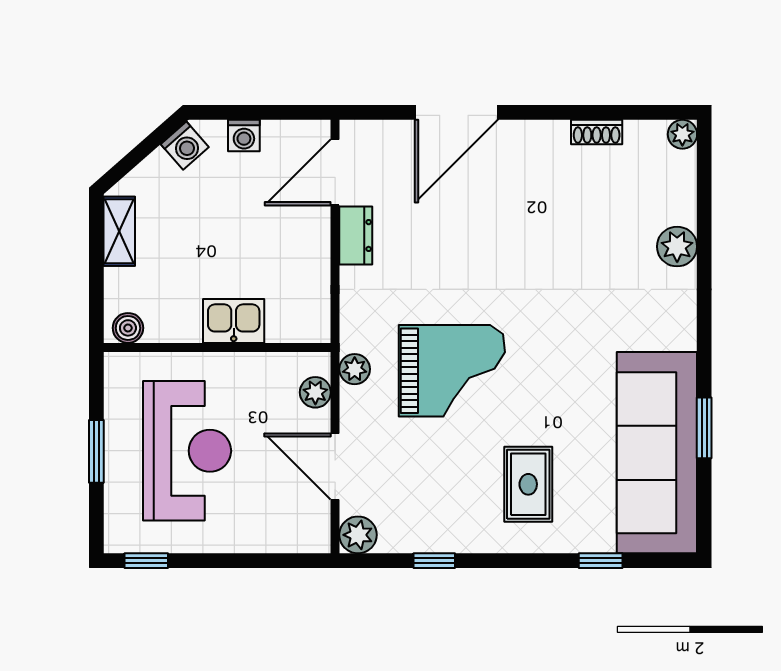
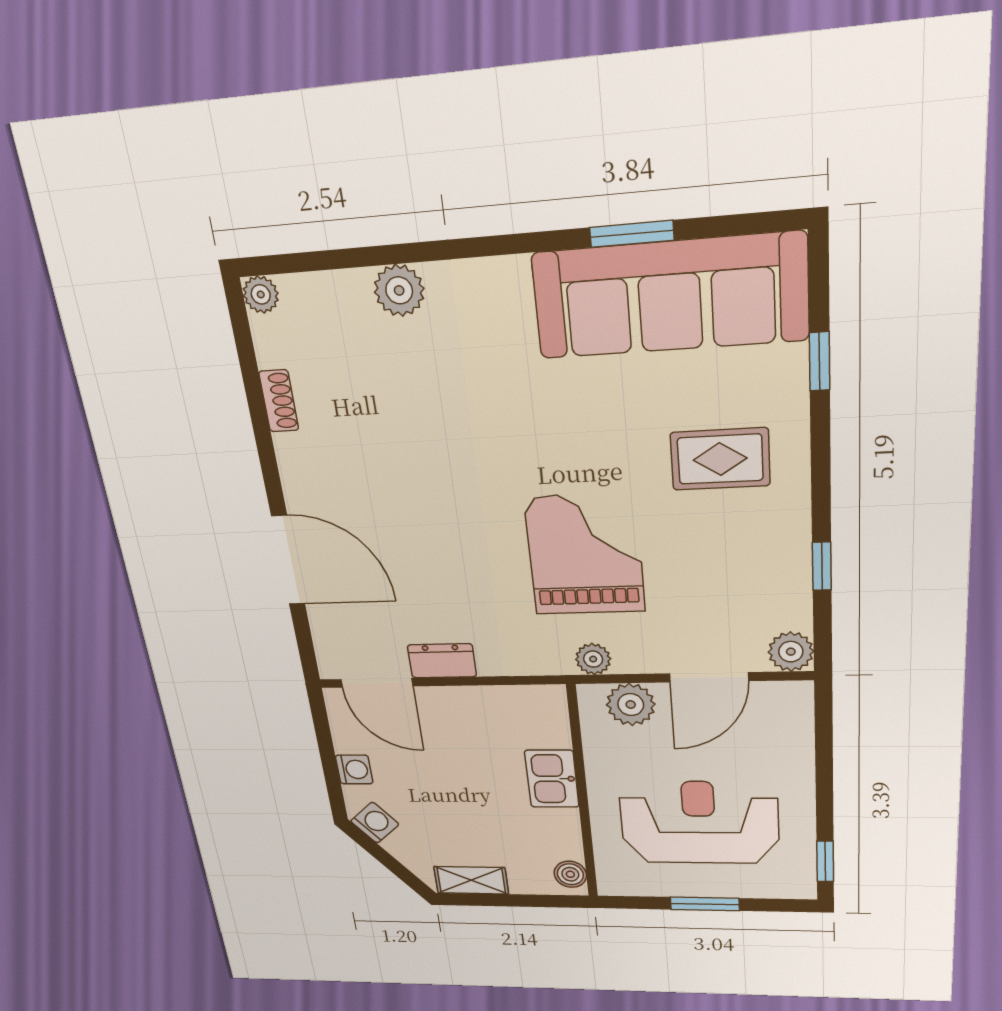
plant: (315, 392) -> (631, 705), width x1.38, depth x1.38

